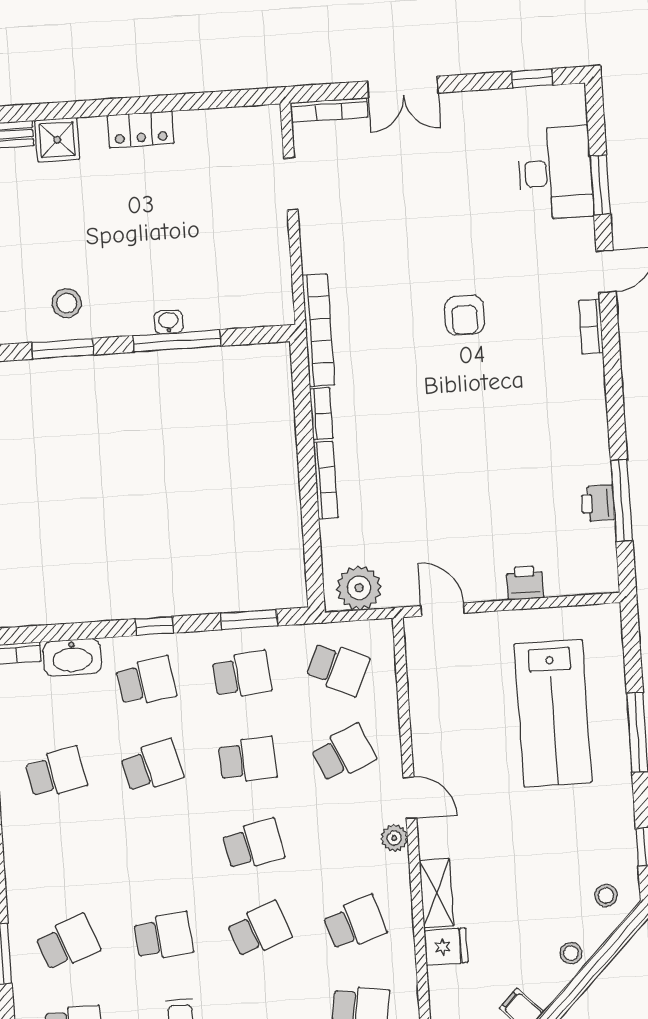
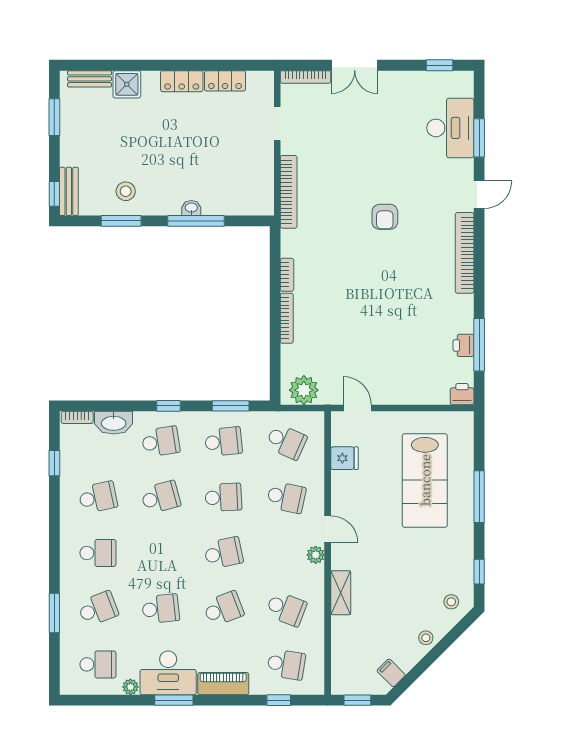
locker: (207, 124) -> (225, 81), added
bookcase: (591, 327) -> (465, 253), width x2.31, depth x1.31
bookcase: (318, 330) -> (289, 192), moved
printer: (525, 583) -> (462, 394), moved
school desk: (343, 753) -> (286, 497), turned 36
school desk: (62, 858) -> (98, 553), added
school desk: (355, 923) -> (286, 609), turned 39
fridge: (446, 947) -> (344, 458), moved

